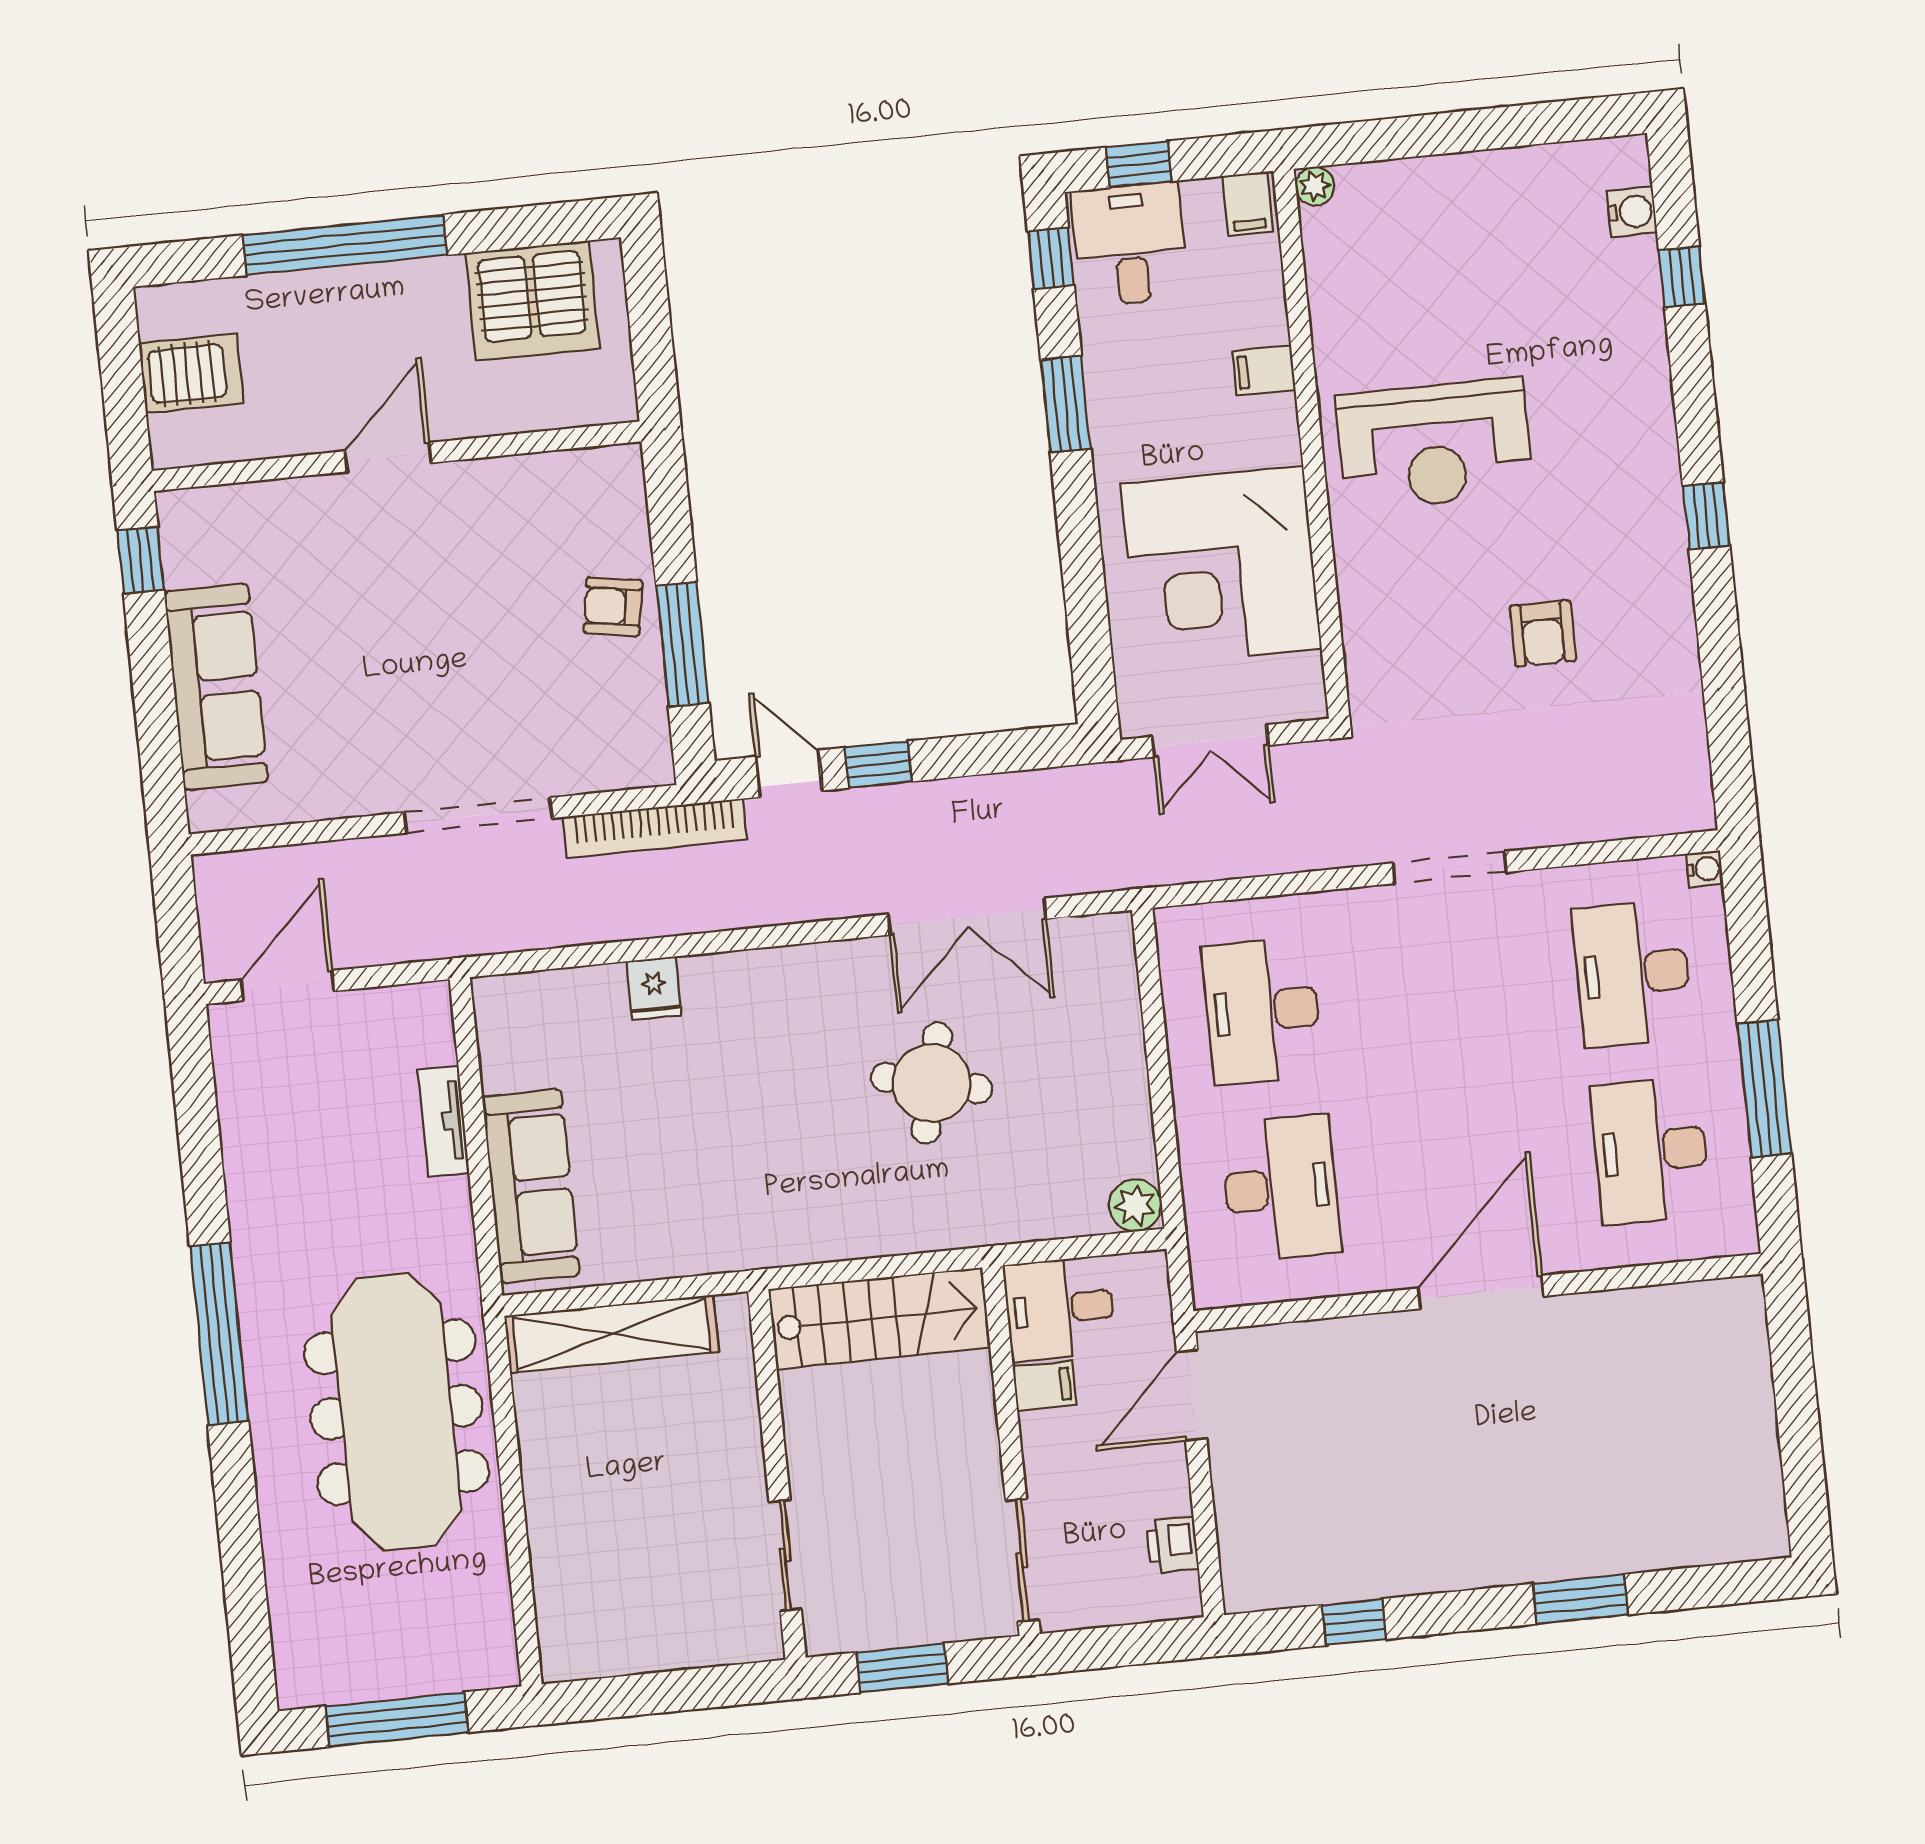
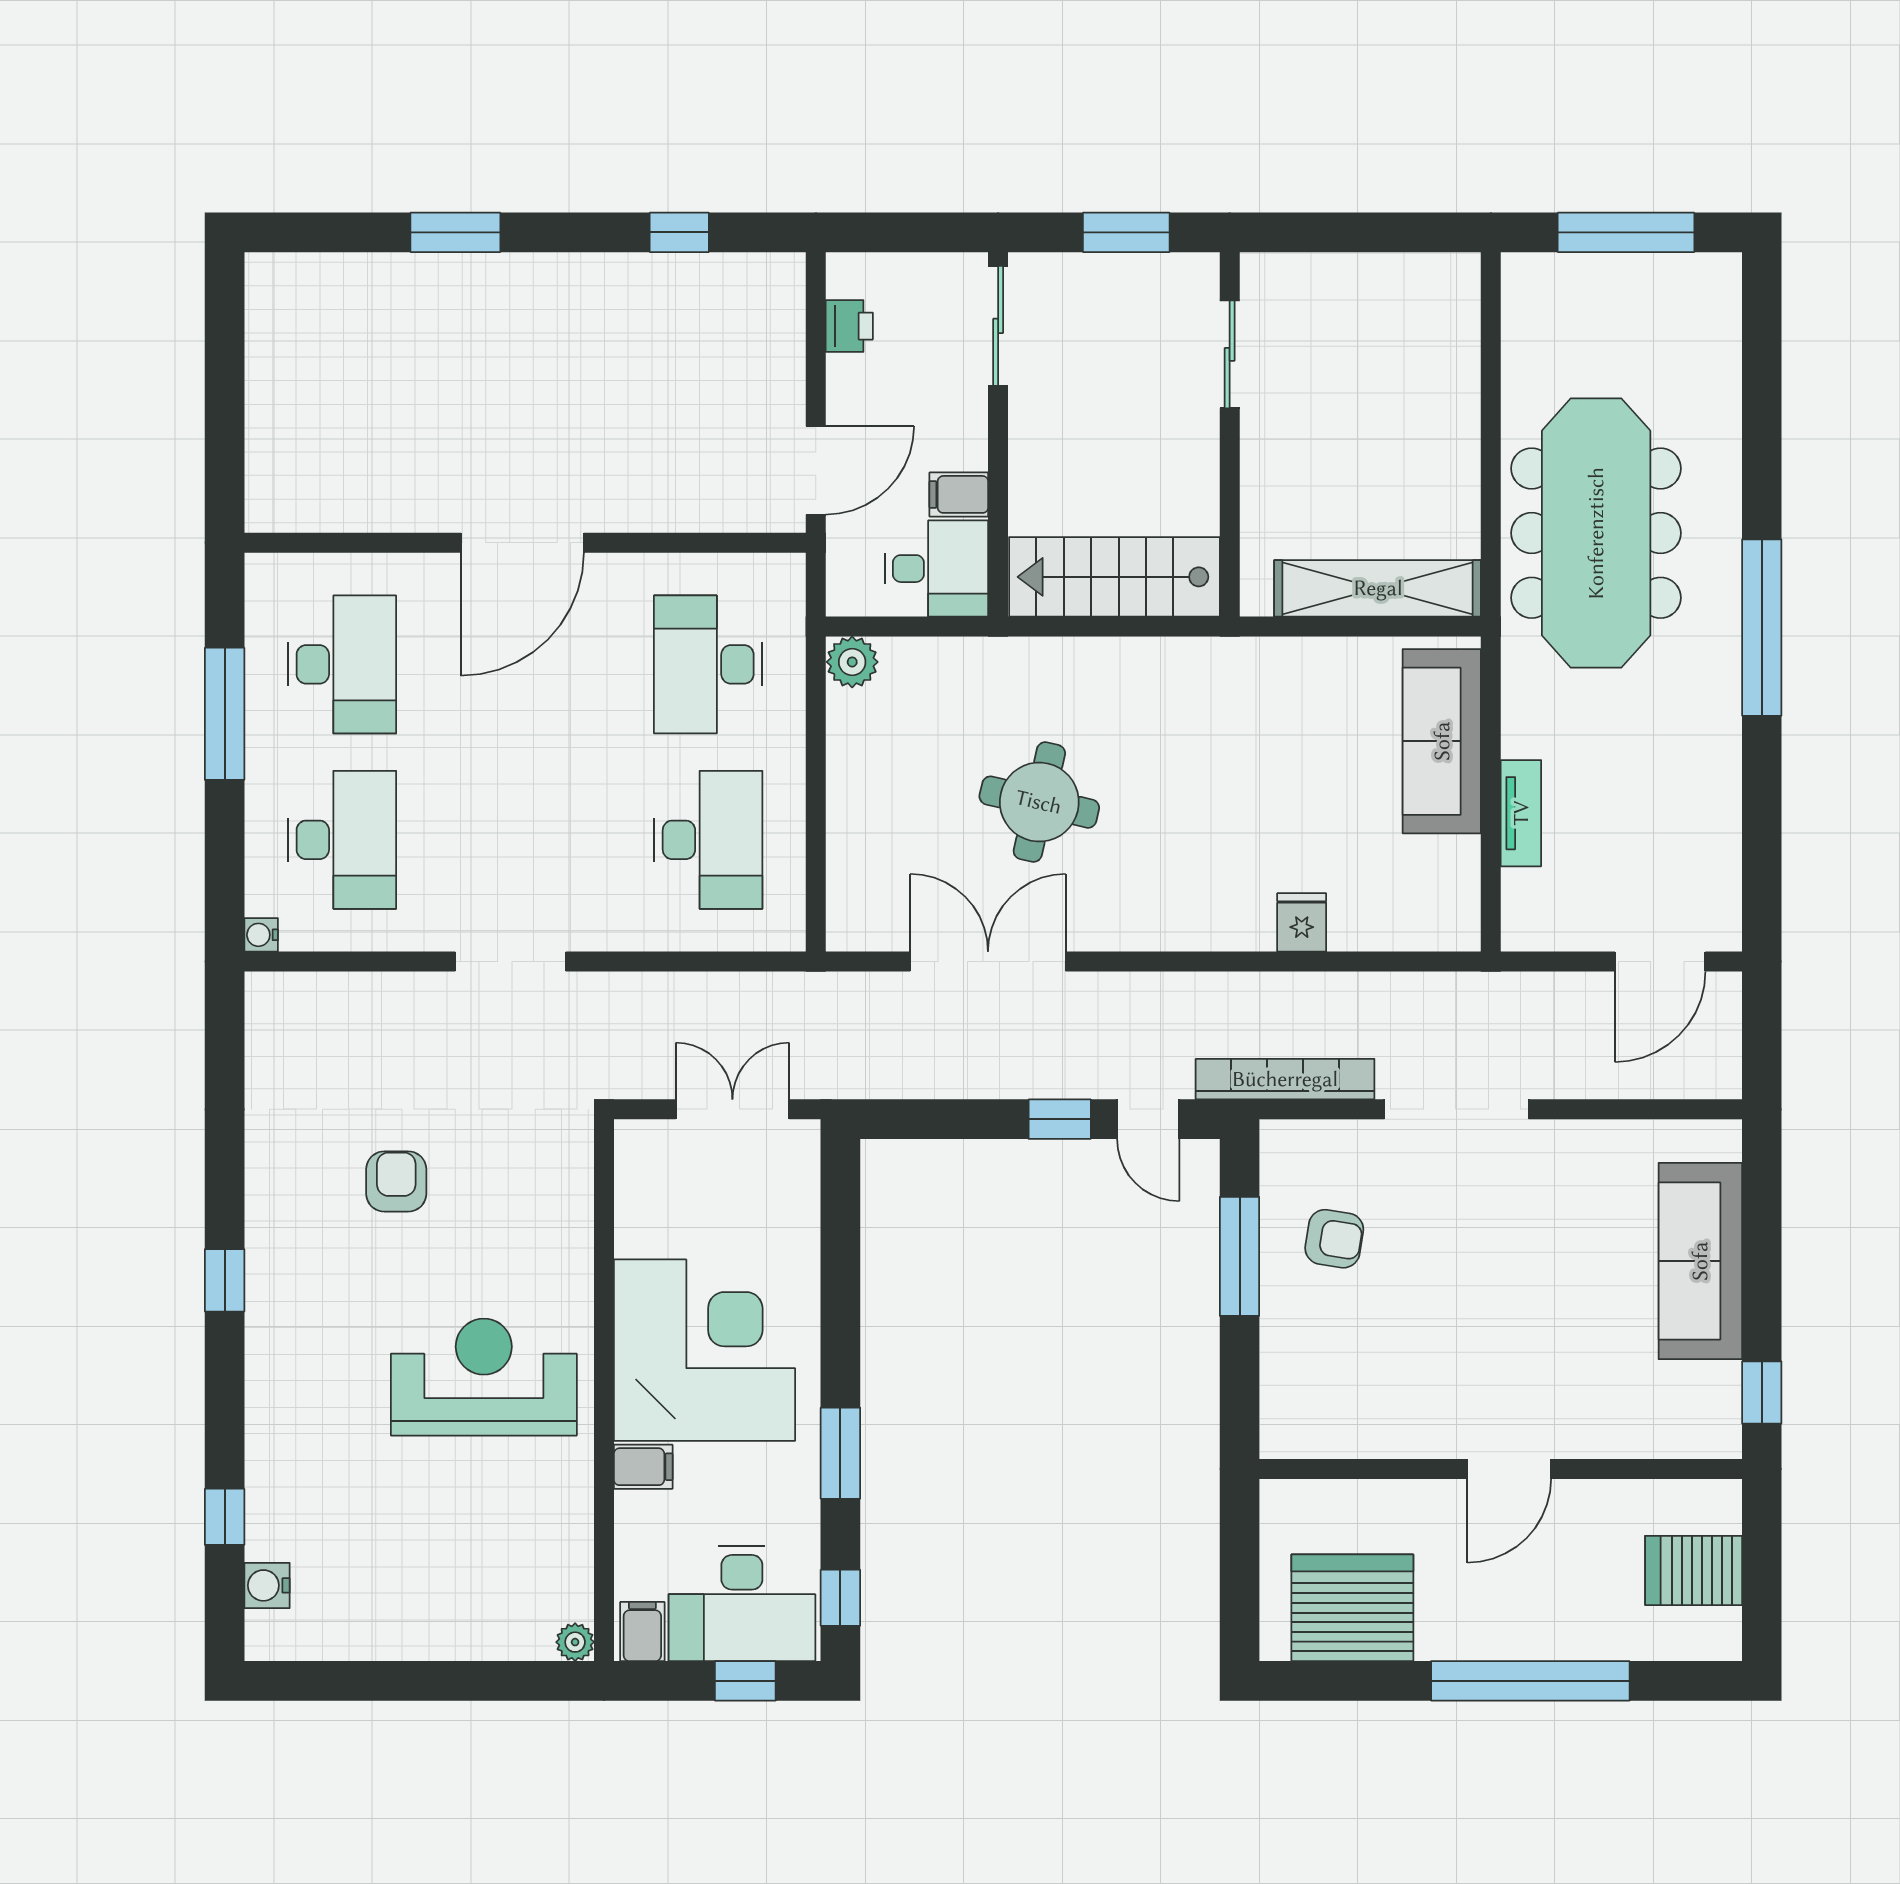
desk: (1130, 244) -> (742, 1603), width x1.37
corner desk: (1221, 566) -> (704, 1350), moved
armchair: (613, 607) -> (1334, 1239), moved

